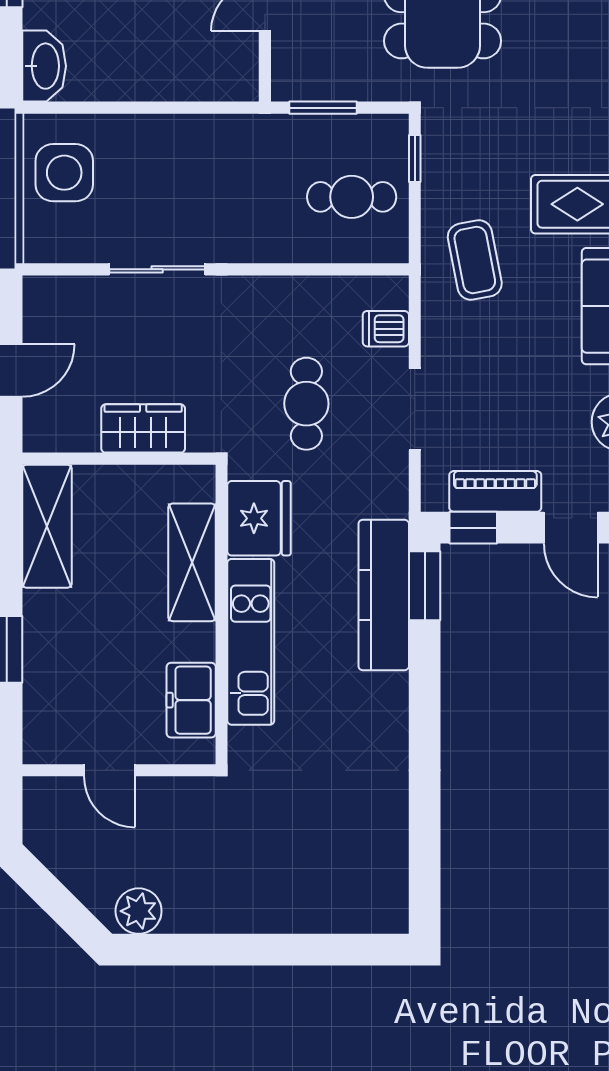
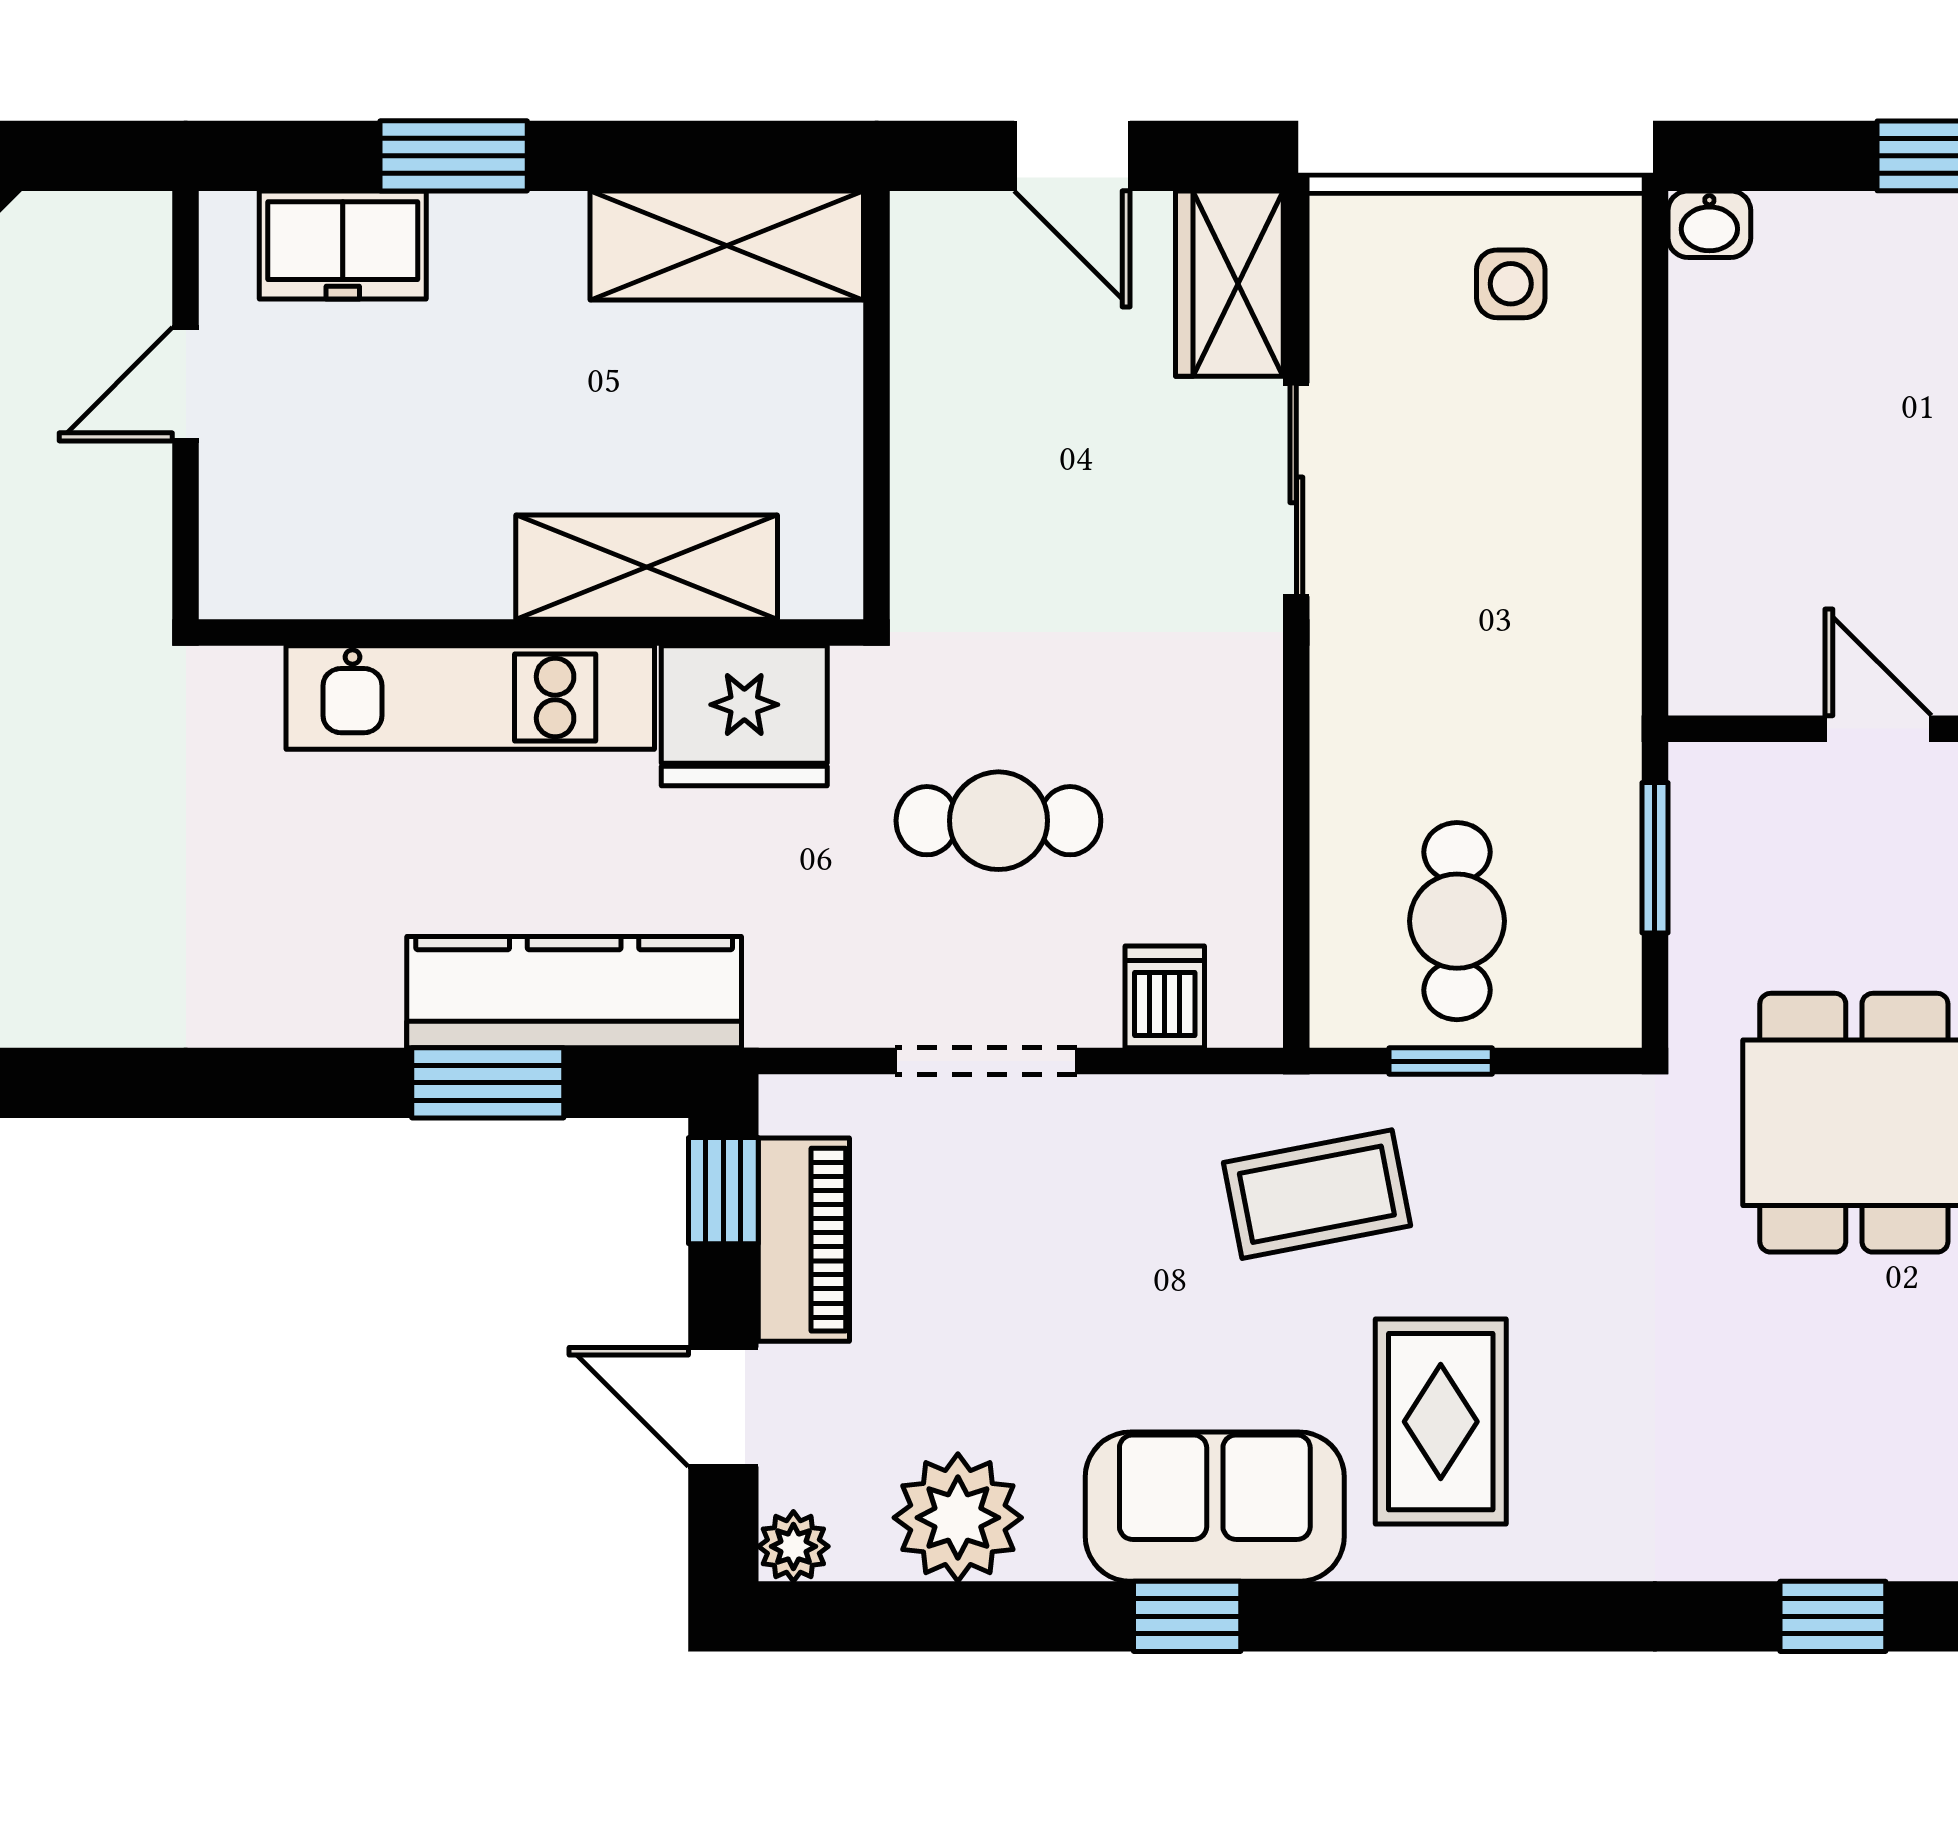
washbasin: (44, 66) -> (1709, 224), width x0.52, depth x0.69
window: (415, 158) -> (1441, 1061), moved
side table: (64, 173) -> (1511, 284), width x0.54, depth x0.54
wardrobe: (143, 428) -> (1229, 284), moved, turned 180
door: (571, 528) -> (723, 1407), hinge flipped
window: (425, 586) -> (488, 1083), moved
freezer: (191, 700) -> (343, 245), moved, turned 180

